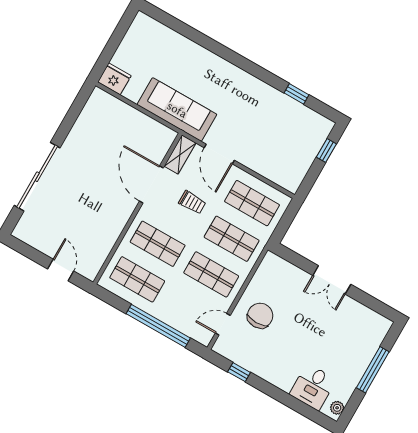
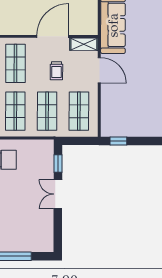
window: (326, 151) -> (118, 141), moved
door: (219, 154) -> (99, 70), swing flipped
window: (297, 260) -> (58, 164), added

